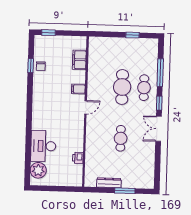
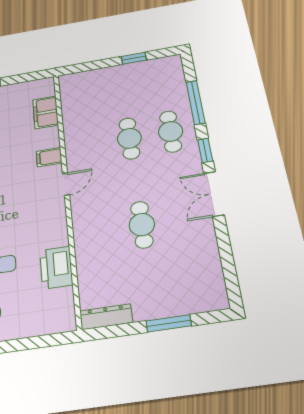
cafe table: (122, 87) -> (129, 138), width x0.73, depth x0.74
printer: (78, 158) -> (56, 268), width x1.87, depth x1.48
dresser: (109, 183) -> (106, 317), moved

